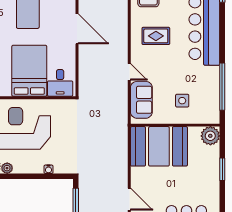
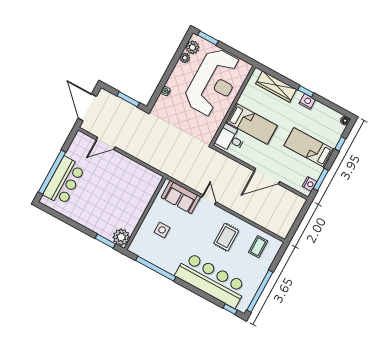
bed: (29, 71) -> (251, 124), width x0.67
door: (129, 72) -> (209, 200), swing flipped
booth: (159, 146) -> (135, 191), removed
window: (222, 169) -> (105, 241), moved

